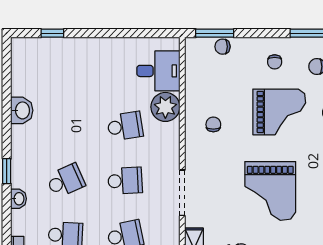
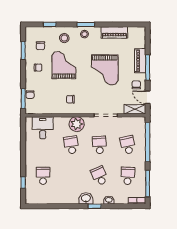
school desk: (65, 72) -> (43, 176), added
plant: (165, 107) -> (77, 124), moved
washbasin: (22, 110) -> (86, 198), moved
grand piano: (270, 191) -> (105, 70), turned 90

